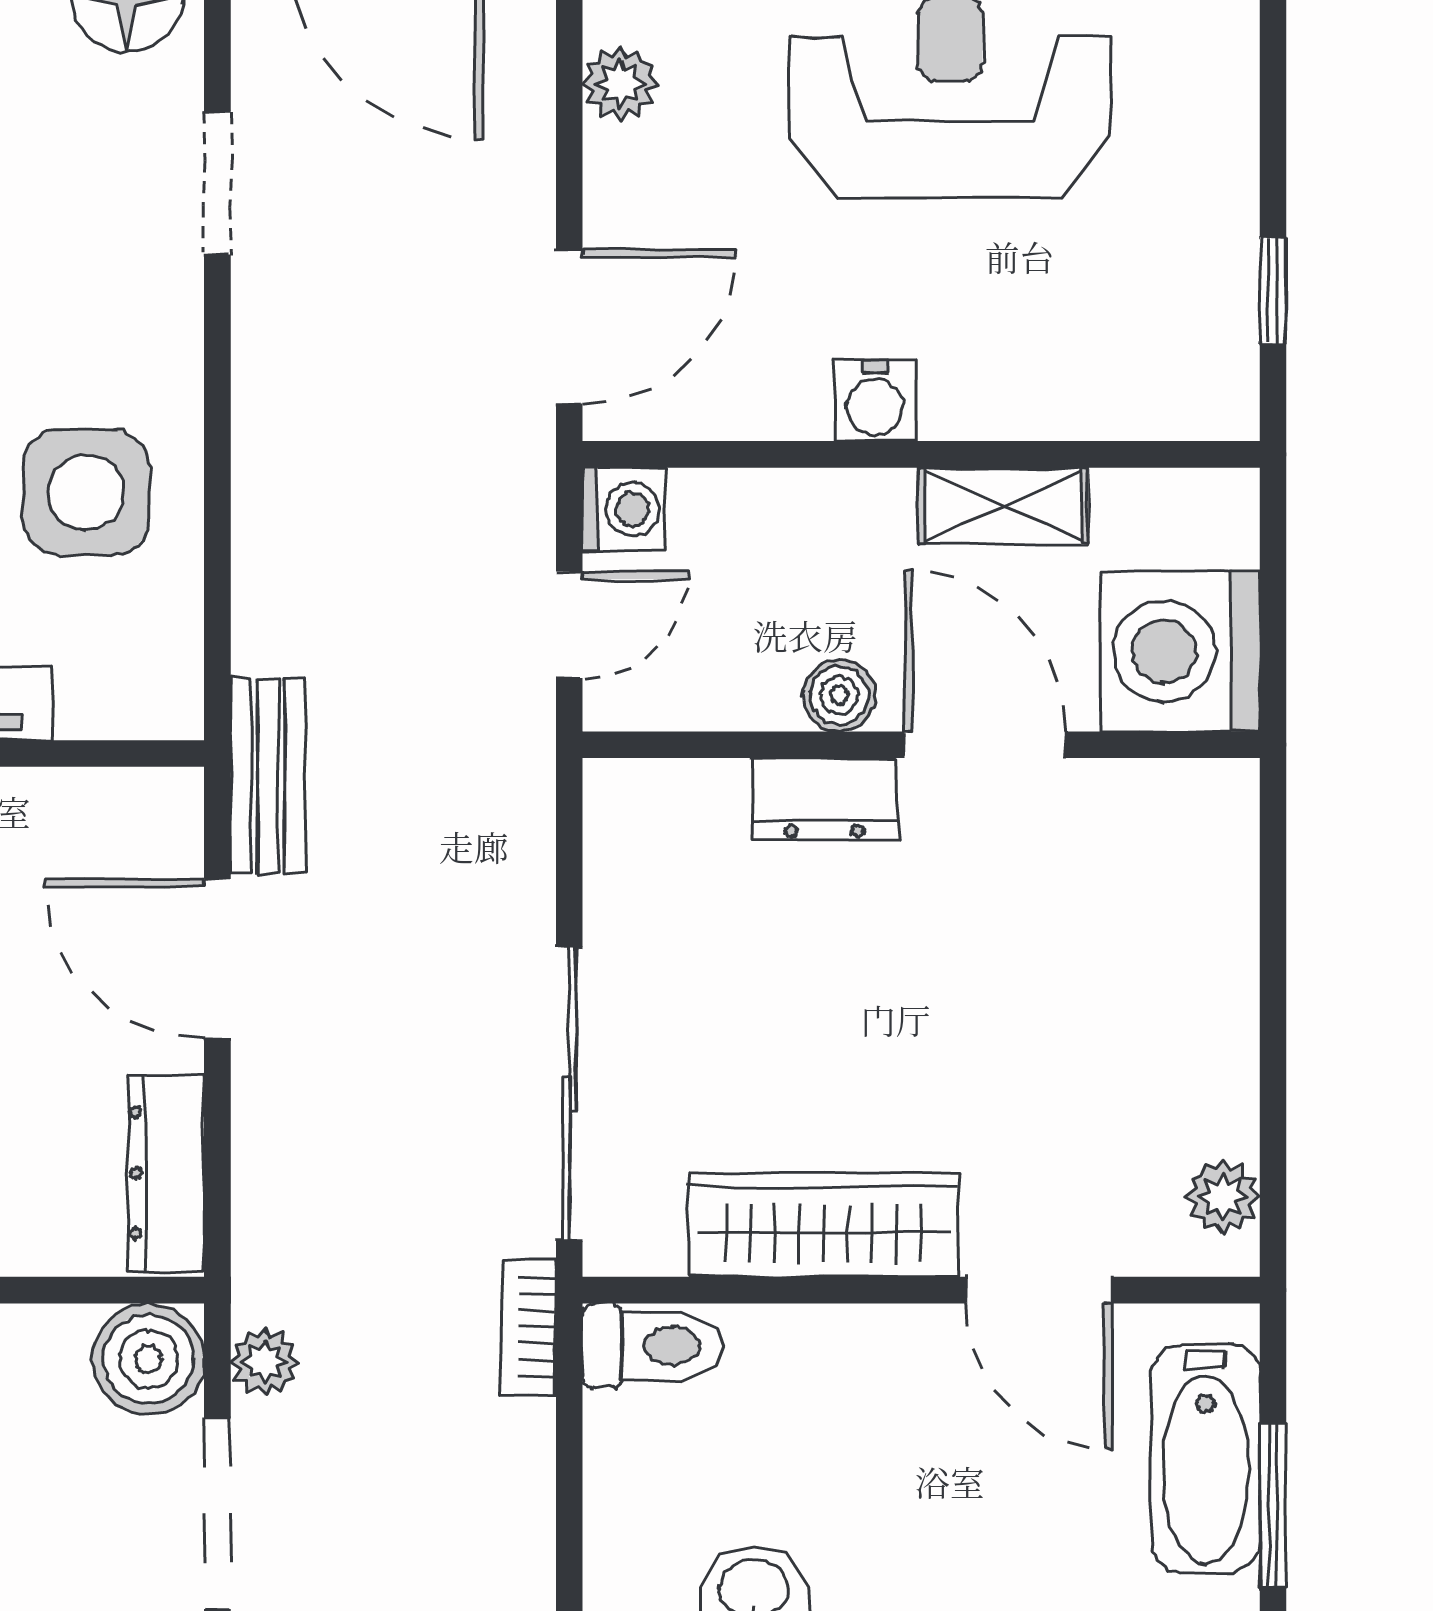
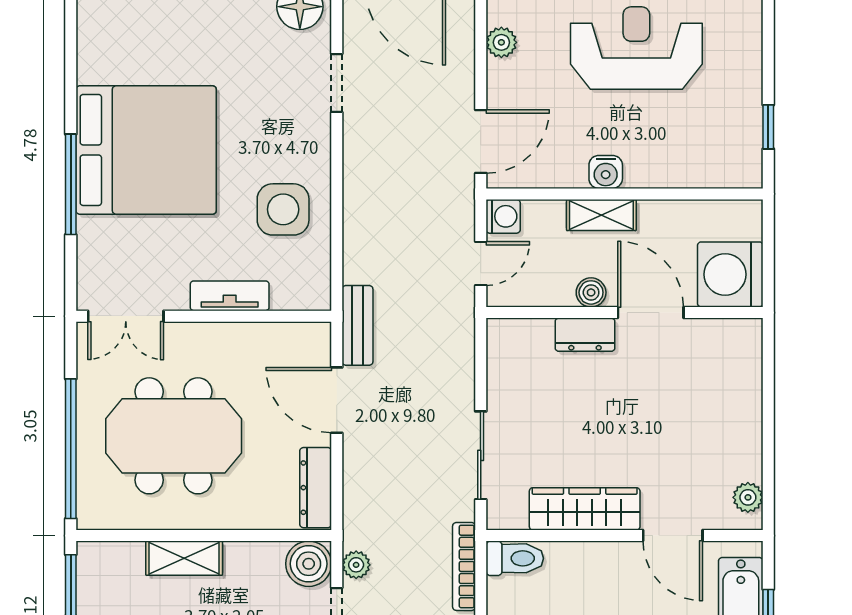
shelving: (1003, 506) -> (601, 215), moved
sliding door: (569, 1094) -> (481, 455), width x0.73
bookcase: (528, 1327) -> (464, 566), width x1.56

